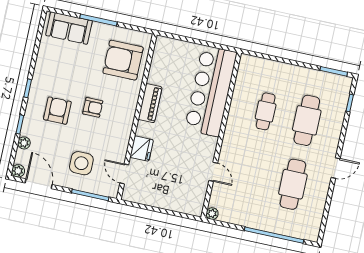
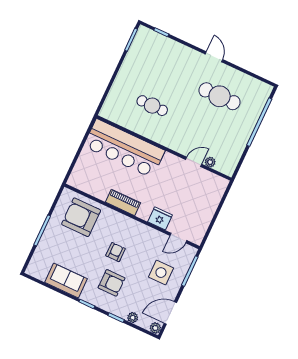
sofa: (69, 28) -> (66, 281), moved, turned -90
armchair: (123, 60) -> (81, 217), turned 90
armchair: (57, 111) -> (112, 283), turned 180
cafe table: (307, 120) -> (168, 72), removed
plant: (212, 214) -> (210, 162), moved

